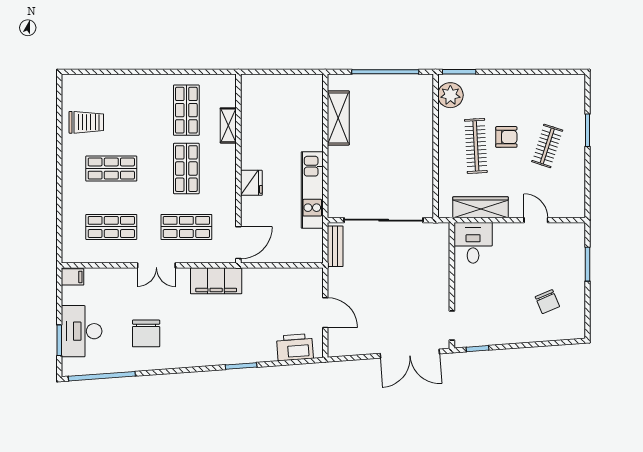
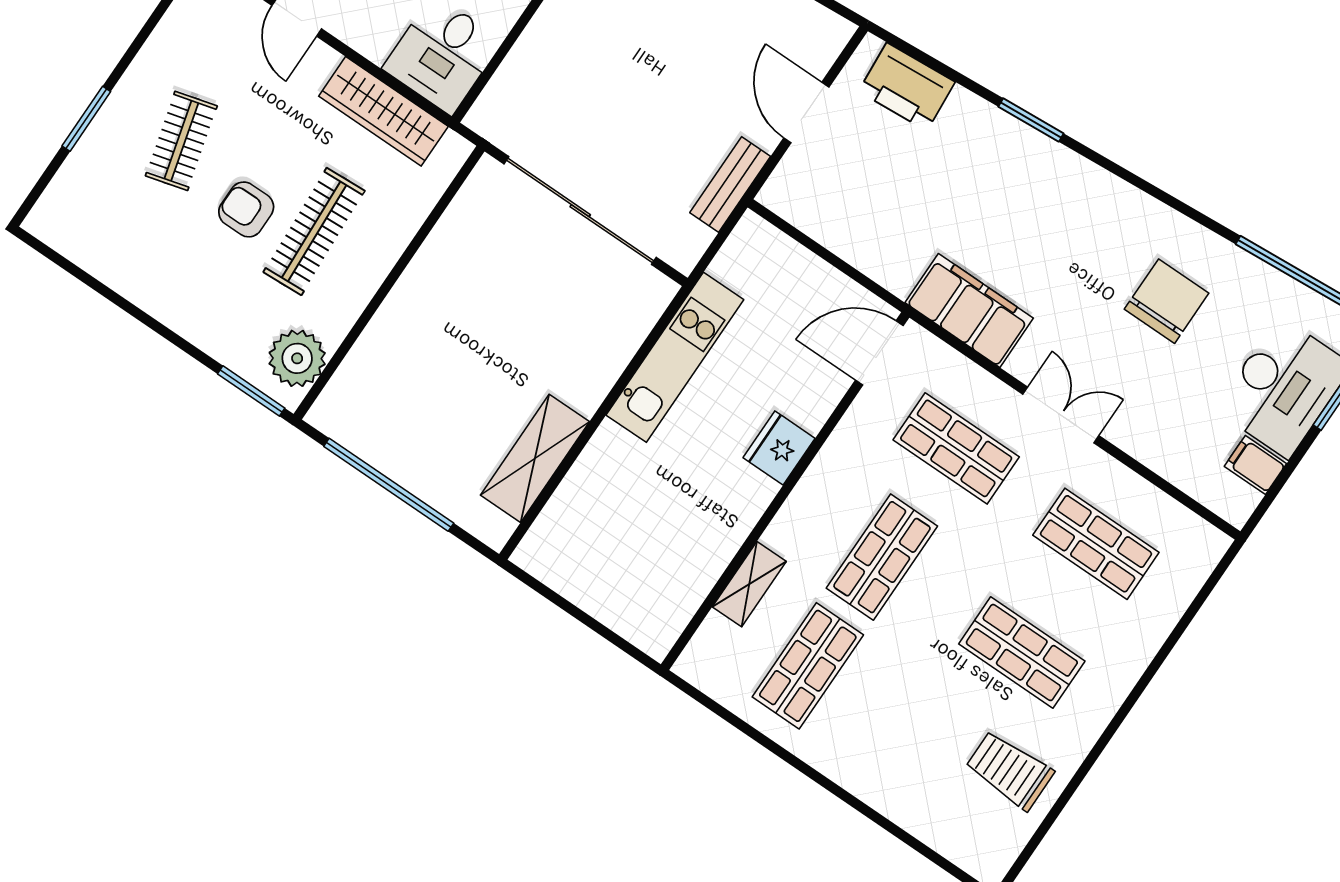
clothes rail: (547, 146) -> (181, 141), turned -33
bench: (335, 246) -> (730, 184), moved
filing cabinet: (73, 277) -> (1255, 465), moved

